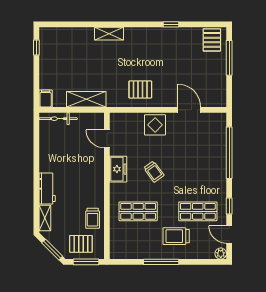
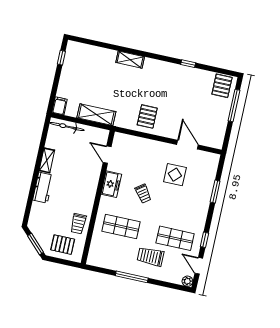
pallet: (140, 89) -> (147, 116), turned 90
display table: (155, 125) -> (175, 175), moved
window: (229, 153) -> (215, 192), width x0.47
shelving: (45, 218) -> (47, 160), moved
window: (86, 262) -> (64, 262), removed

